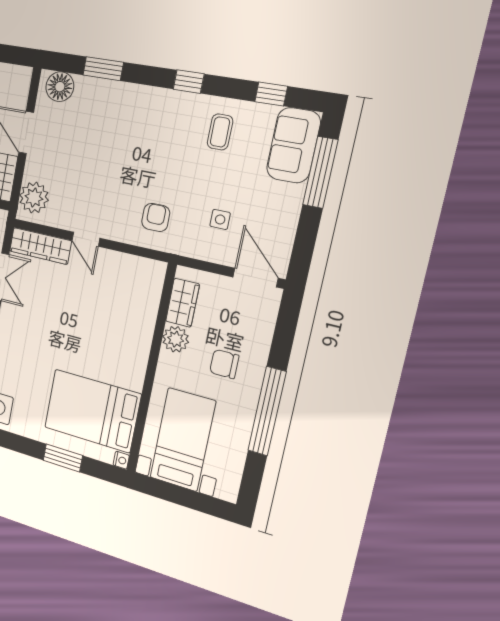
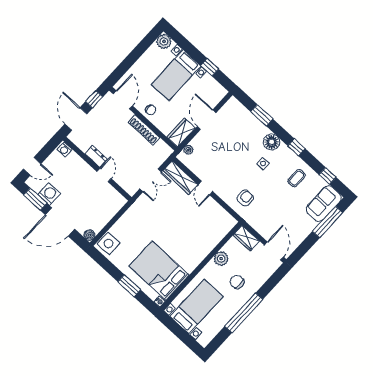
floor lamp: (60, 87) -> (272, 142), moved
plant: (34, 198) -> (188, 150), width x0.53, depth x0.53
side table: (220, 219) -> (263, 164), moved
wardrobe: (183, 303) -> (246, 238), moved, turned 90

